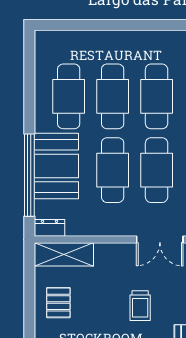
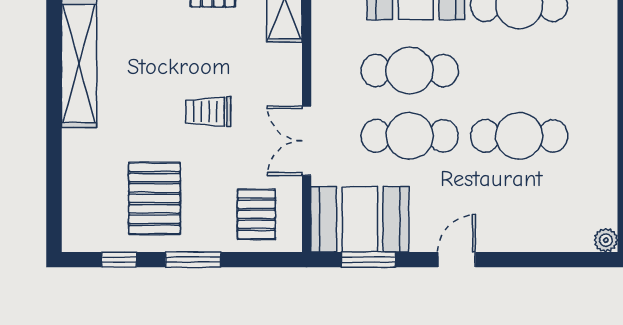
cafe table: (113, 96) -> (519, 71), removed

